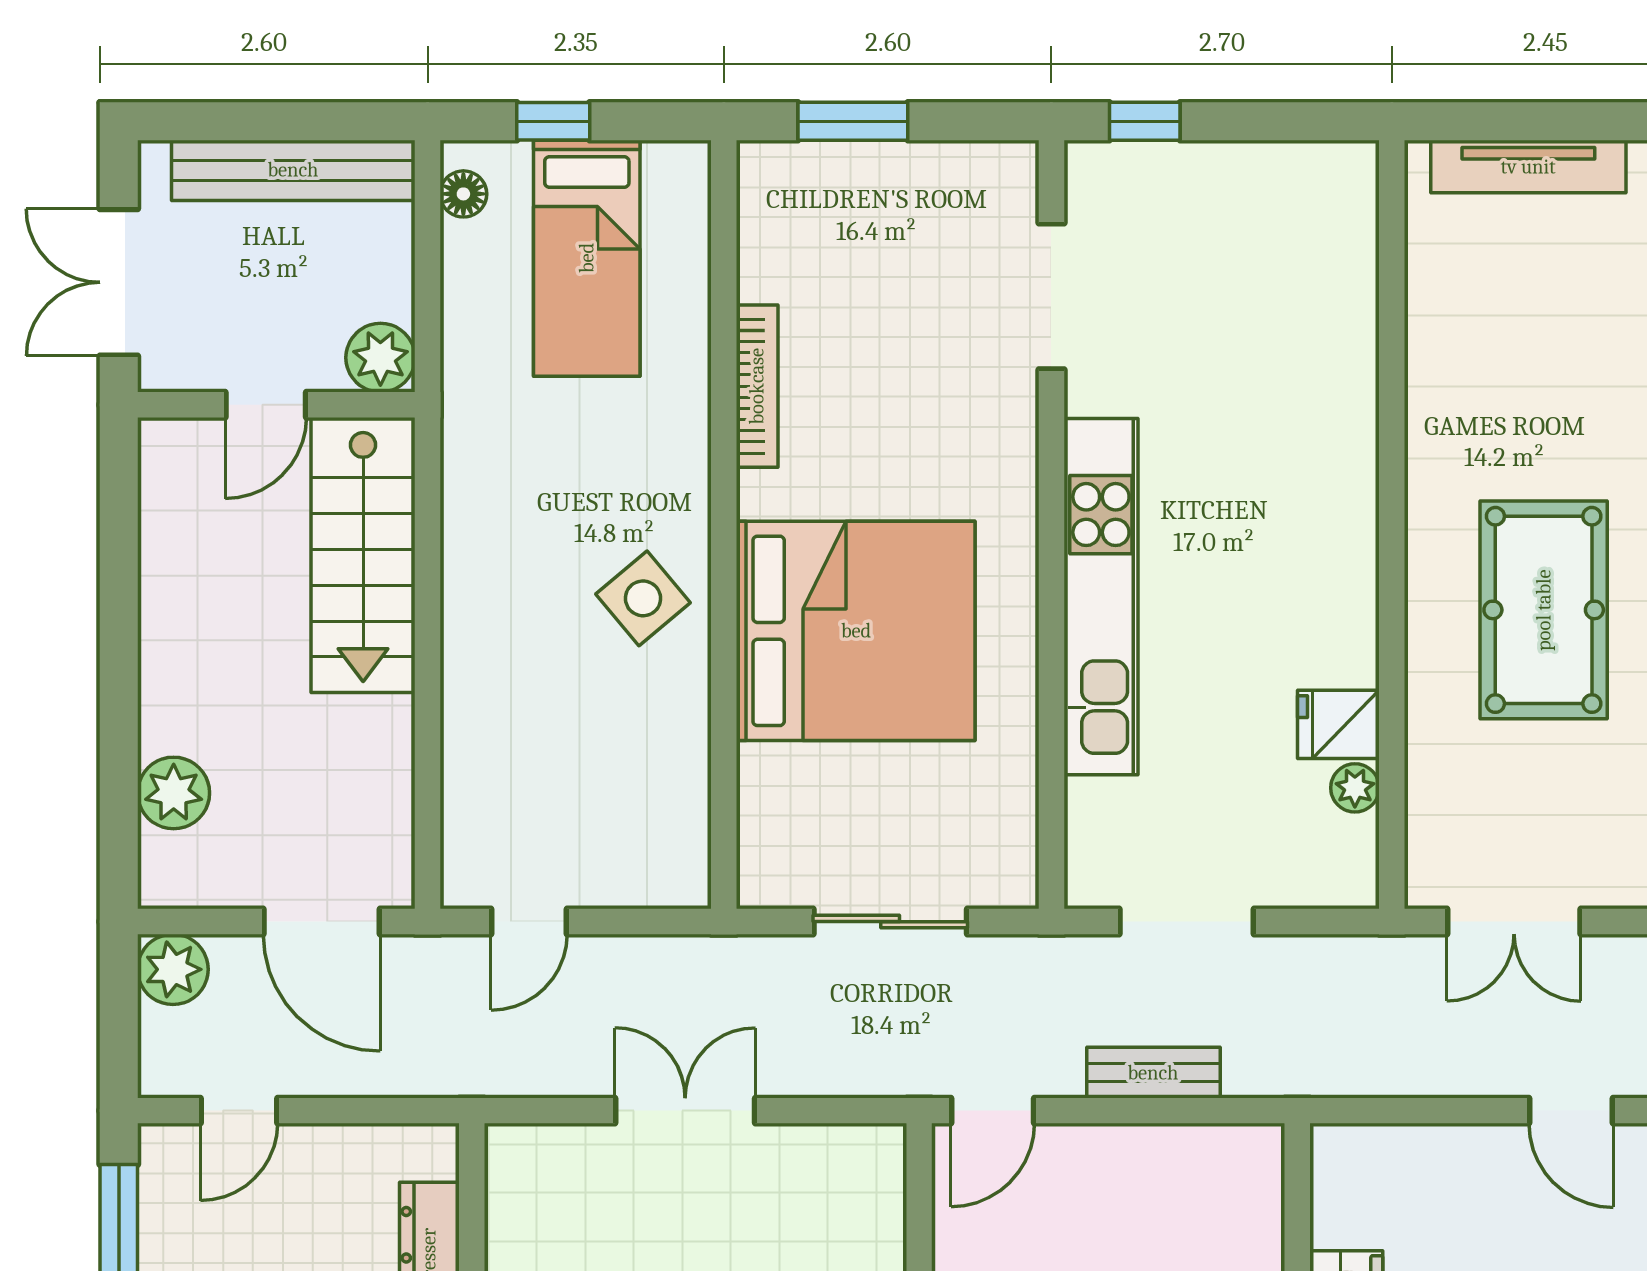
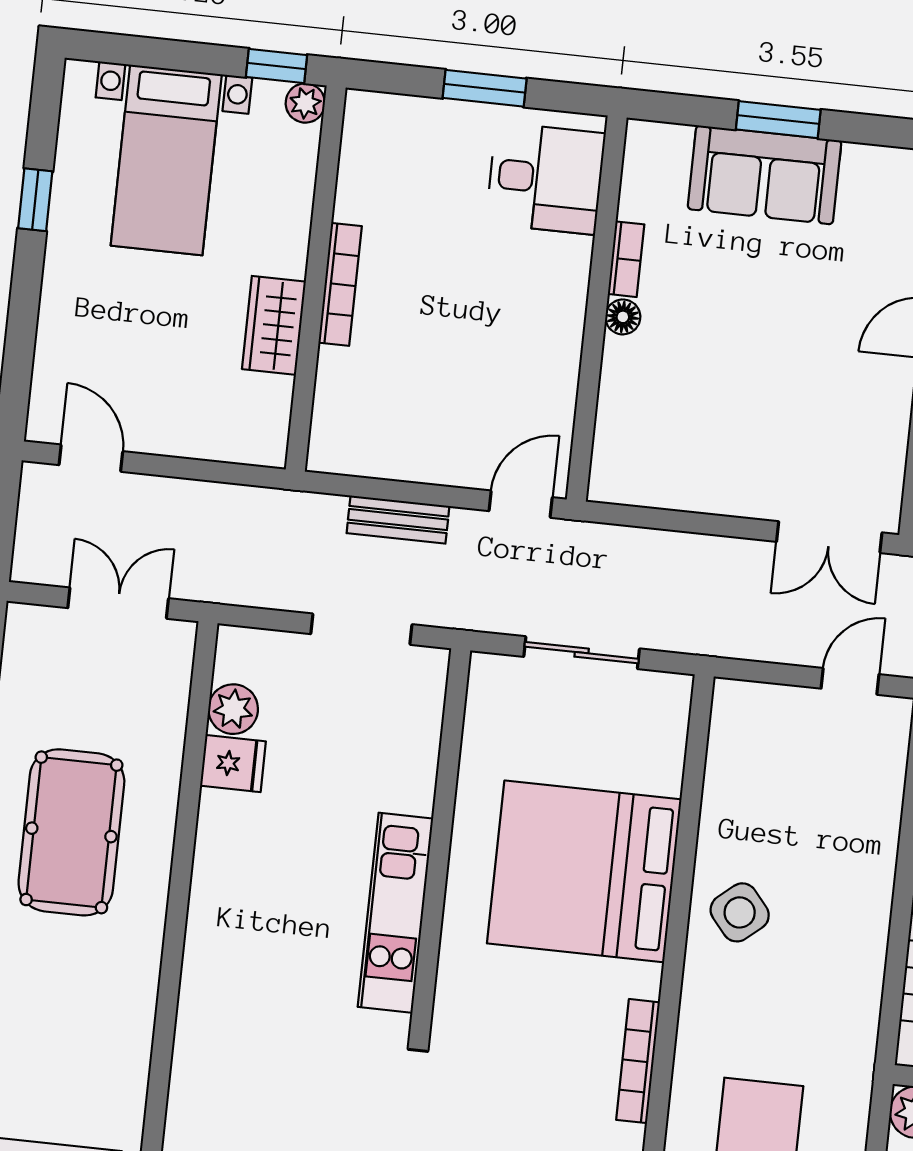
kitchen unit: (1101, 597) -> (396, 913), width x0.73
plant: (1355, 788) -> (233, 709), width x1.38, depth x1.38
double door: (685, 1111) -> (829, 537), moved

